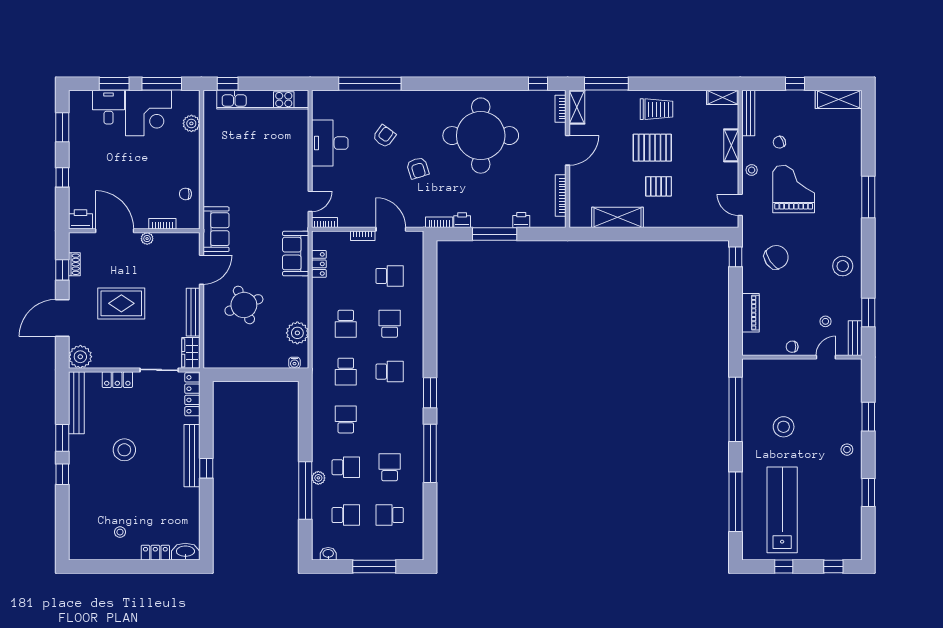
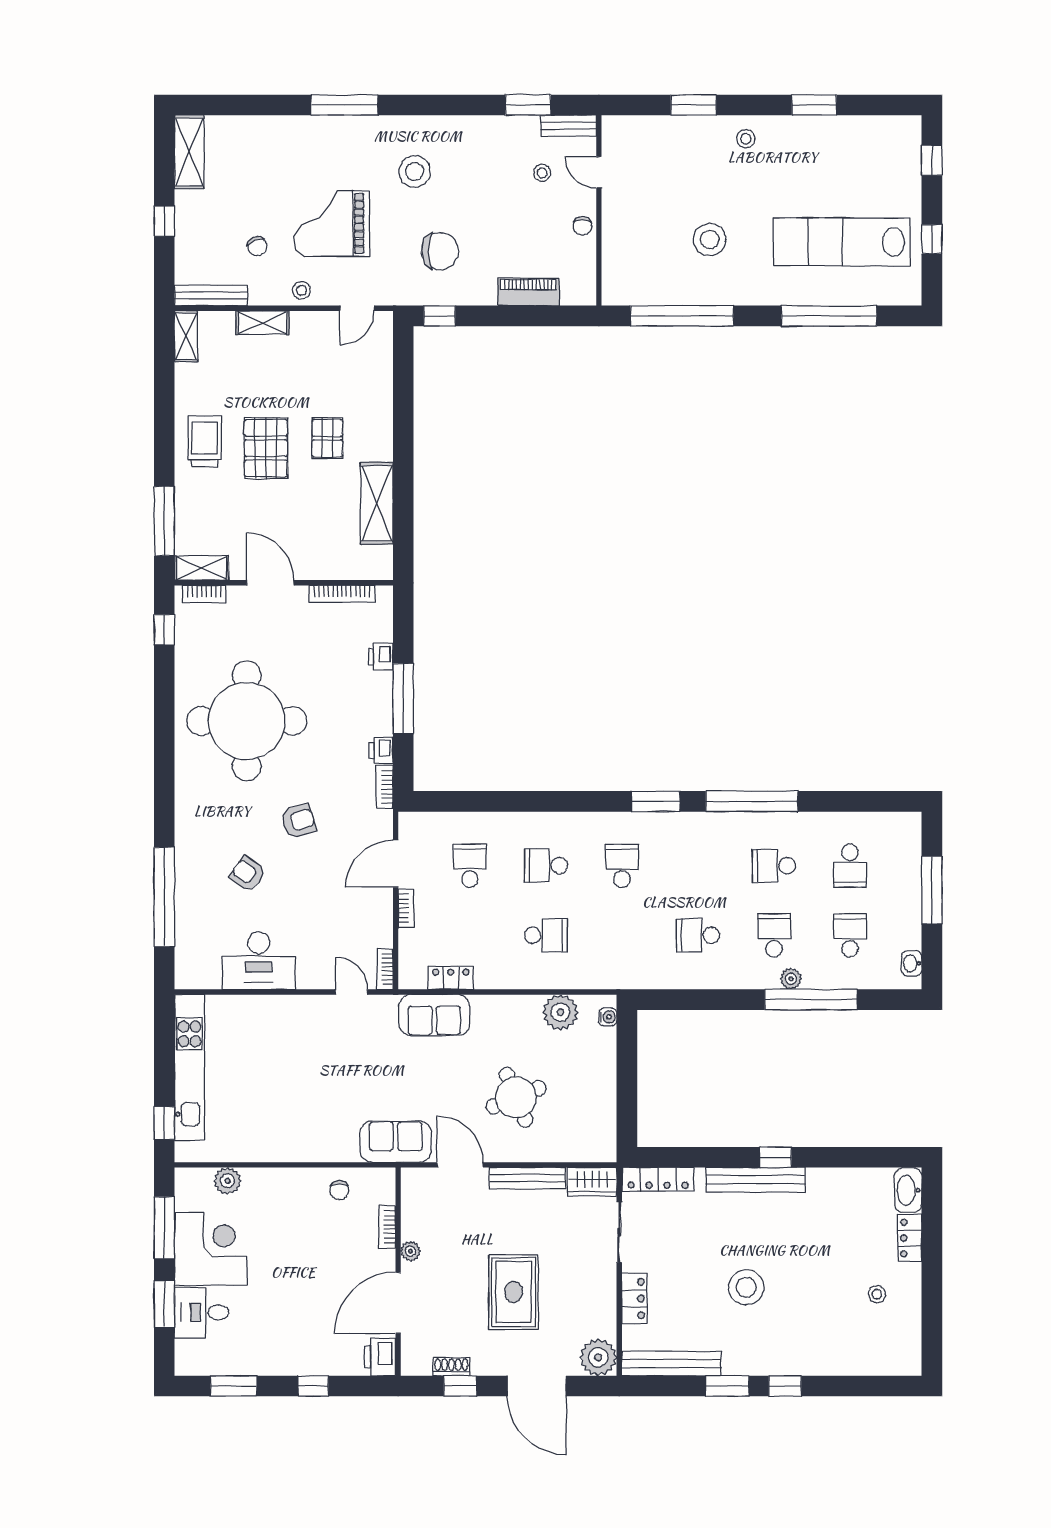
chair: (776, 257) -> (440, 251), turned 125
stool: (843, 266) -> (415, 171), moved
school desk: (346, 372) -> (622, 935), removed

